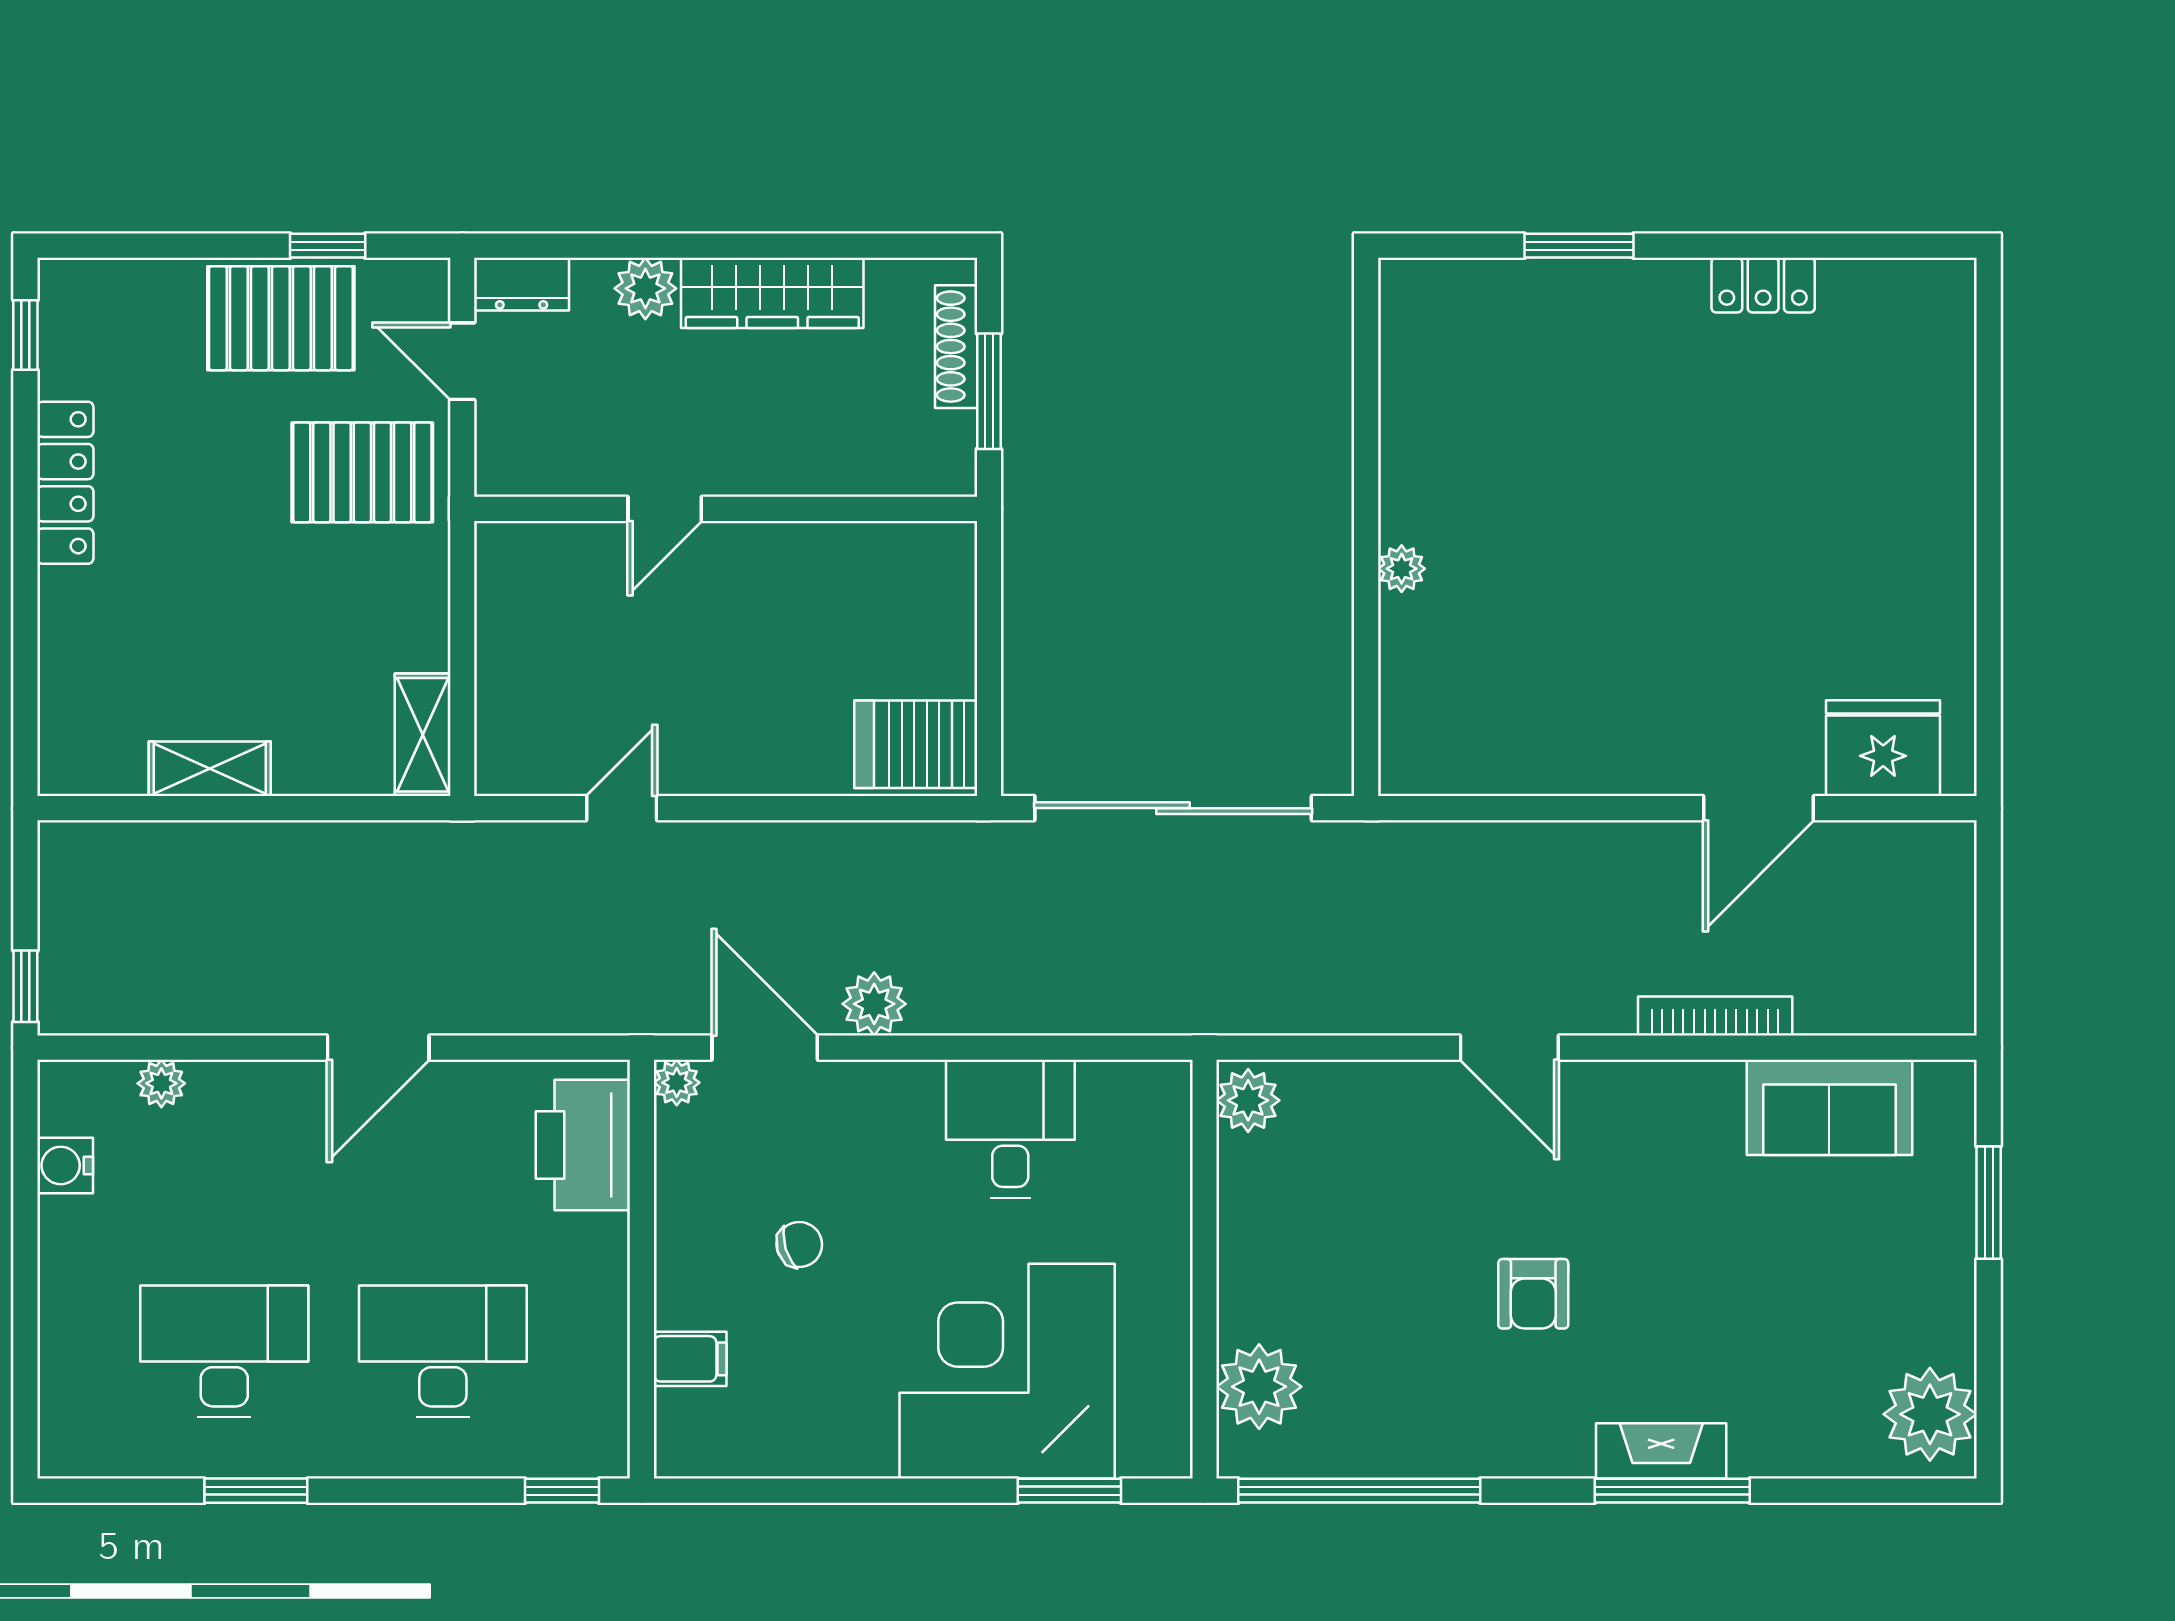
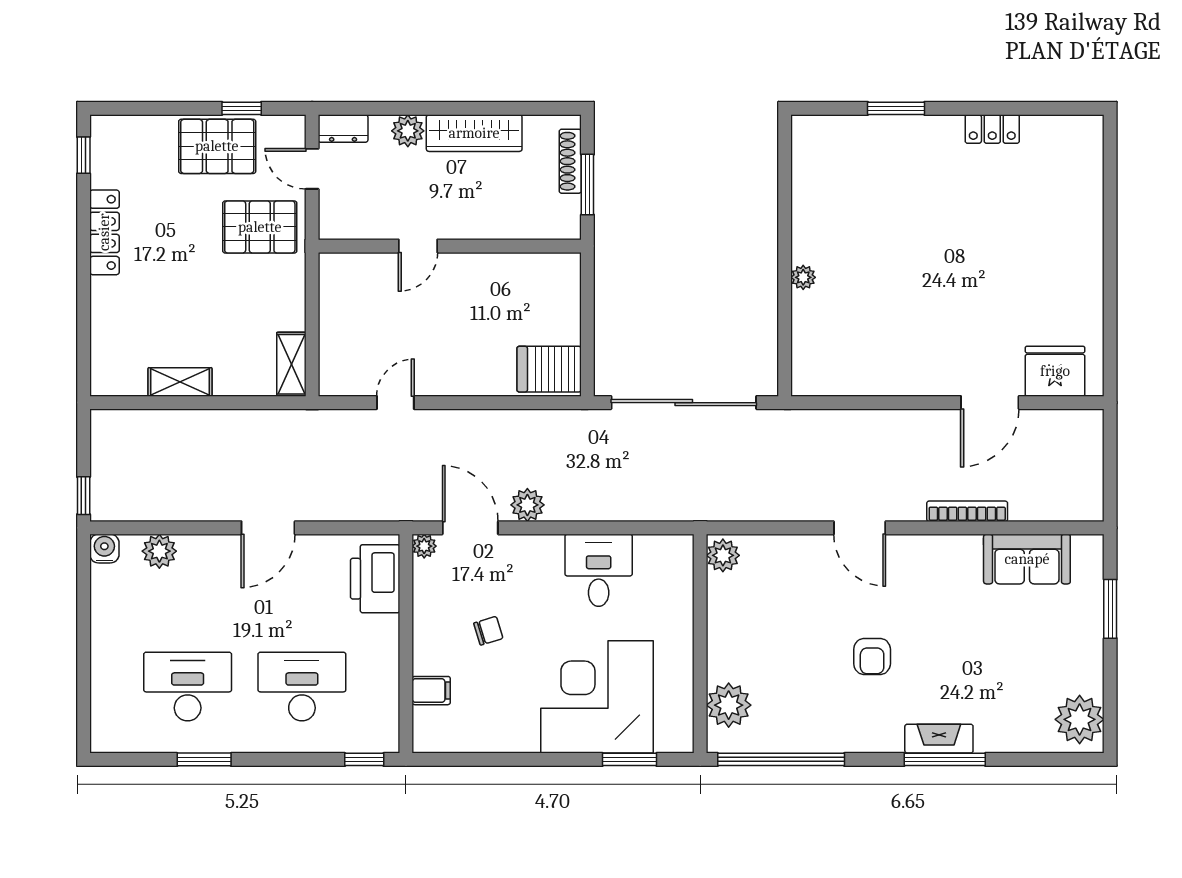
plant: (161, 1083) -> (159, 551), width x1.38, depth x1.38
water cooler: (65, 1165) -> (104, 549), moved, turned 90

